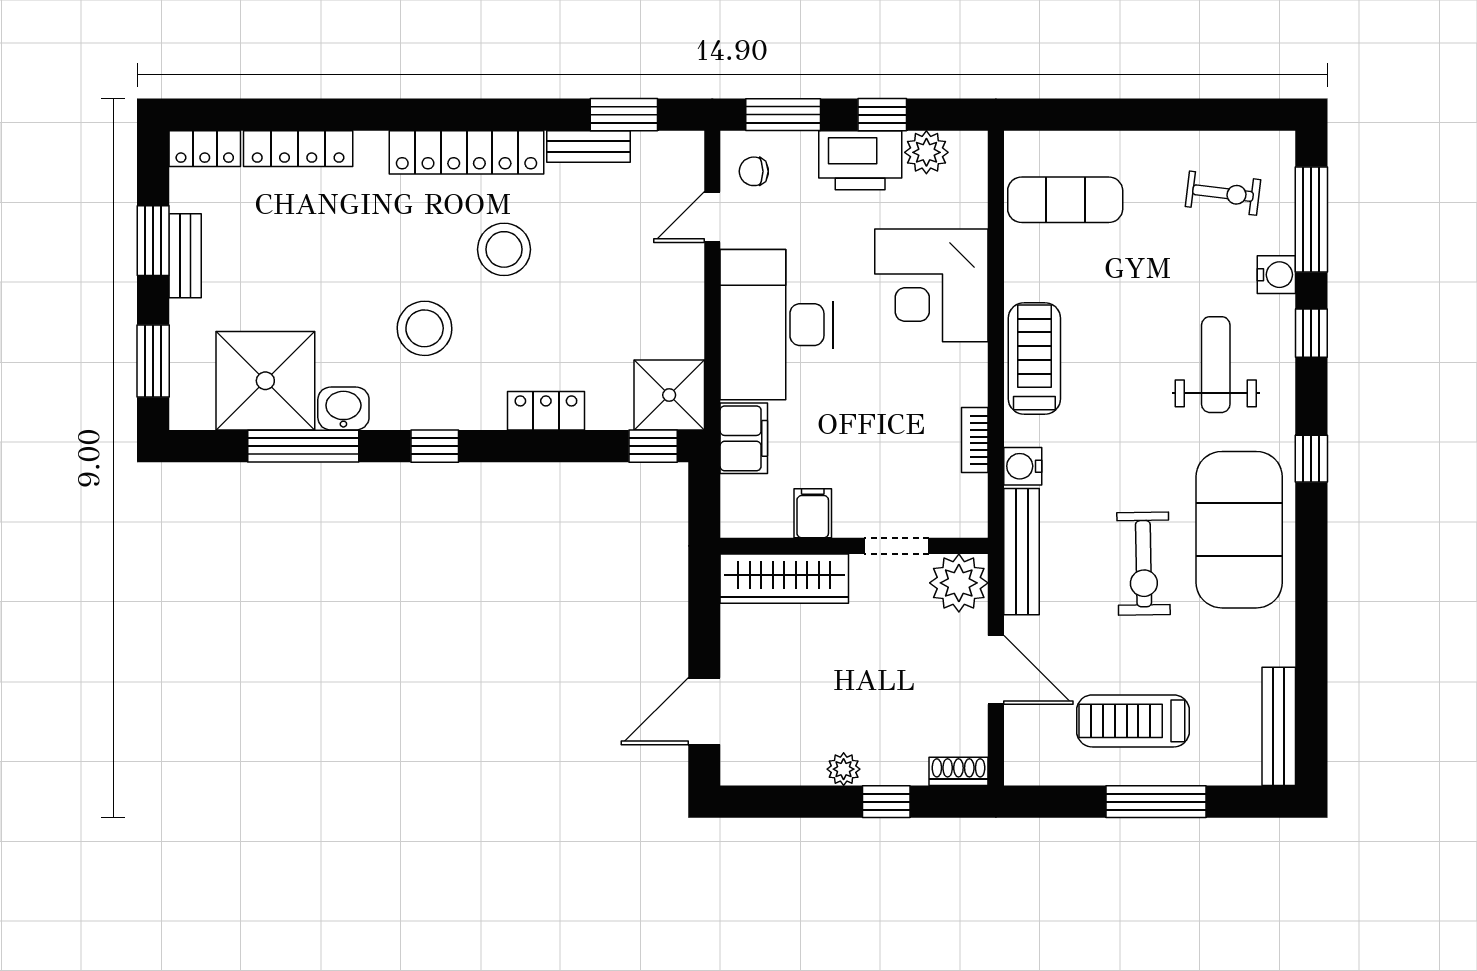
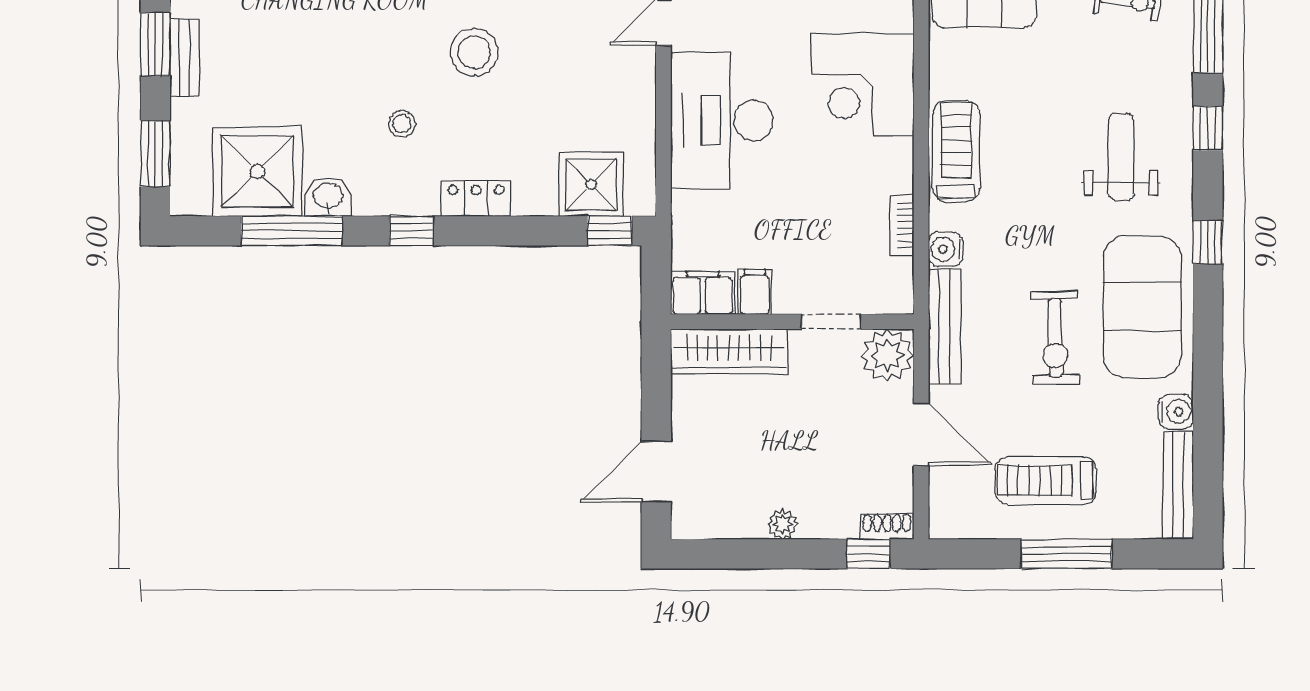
water cooler: (1276, 275) -> (1176, 412), moved
stool: (425, 328) -> (402, 124), width x0.53, depth x0.53
shower: (669, 395) -> (591, 184), moved
locker: (546, 411) -> (476, 199), moved
filing cabinet: (744, 438) -> (703, 293), moved, turned -90
window: (886, 802) -> (869, 554), moved

